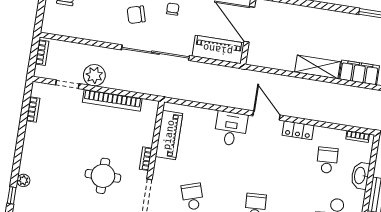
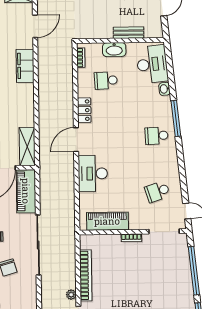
shelving: (318, 67) -> (27, 147), moved
plant: (94, 75) -> (71, 295), width x0.53, depth x0.53
desk: (231, 129) -> (93, 174), width x1.37
round table: (103, 176) -> (153, 272), removed

